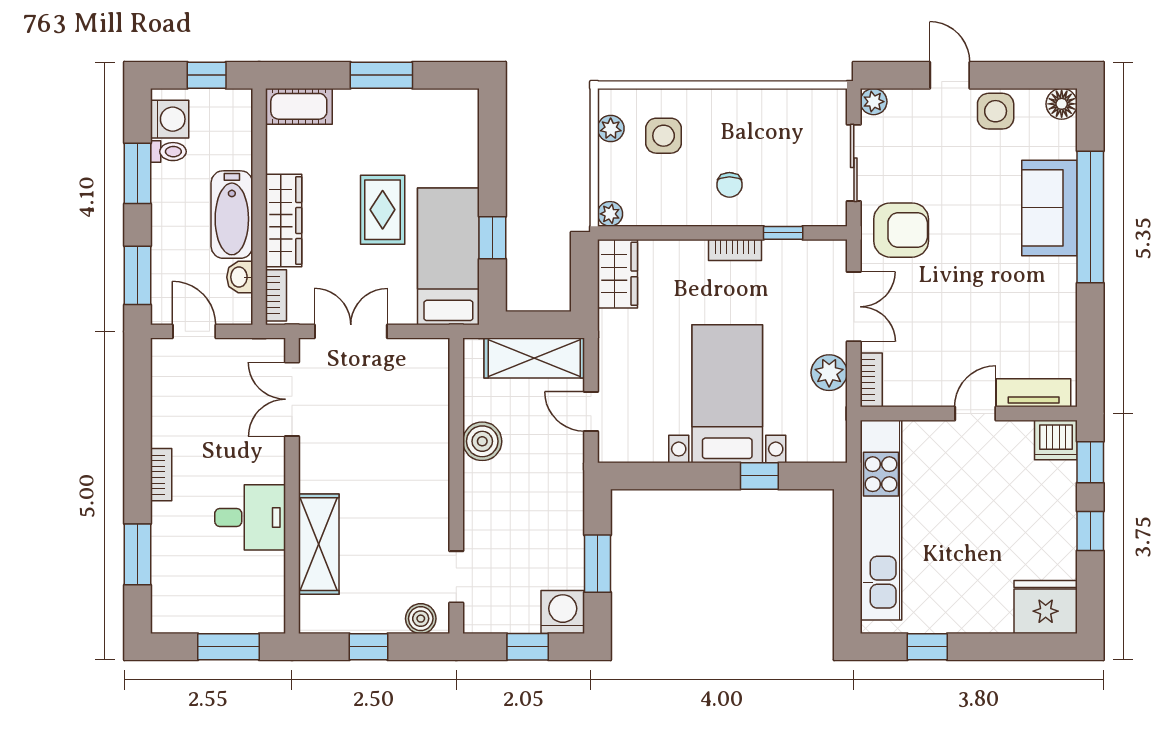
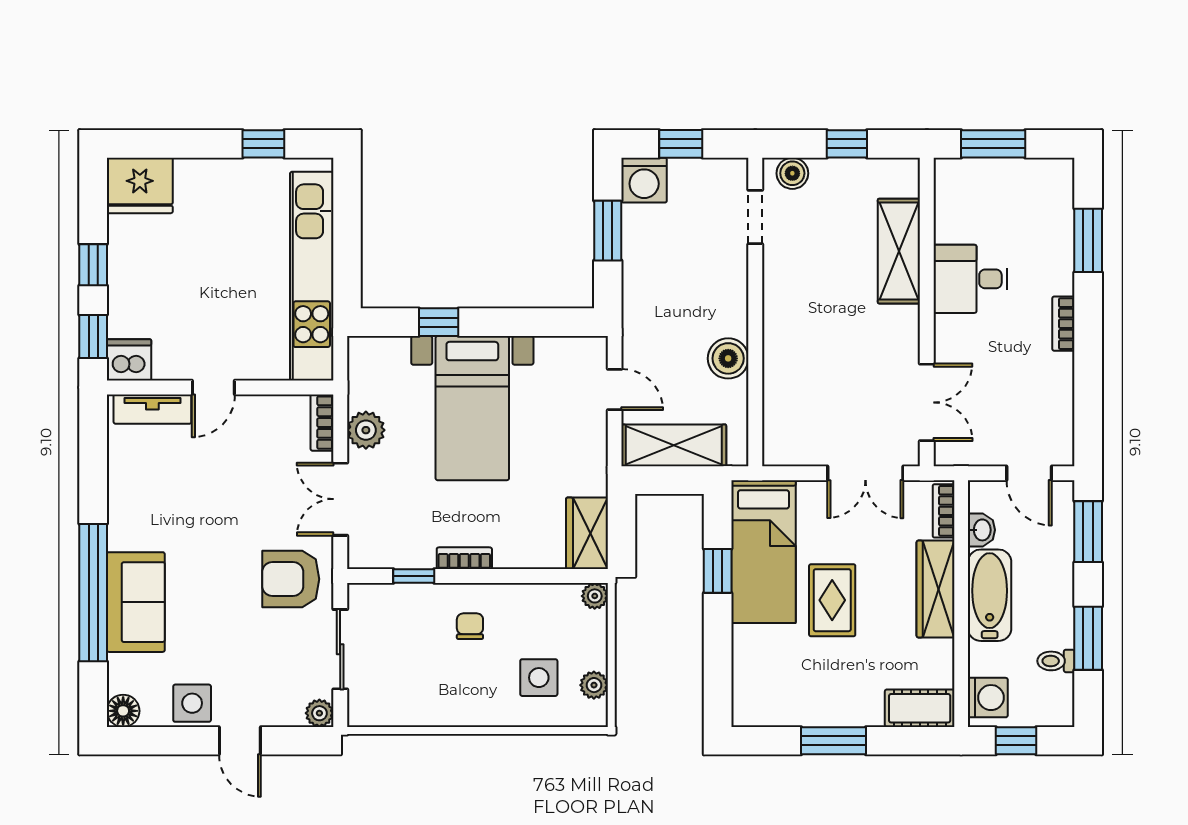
washing machine: (170, 119) -> (988, 698), moved, turned 180

